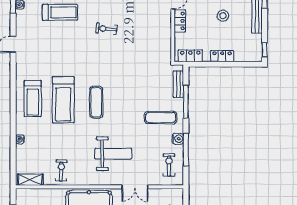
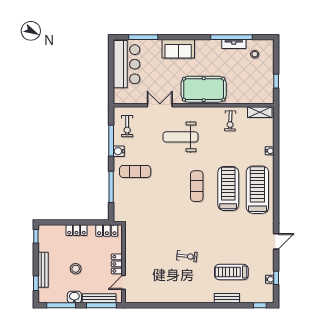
bench: (178, 84) -> (118, 203), removed
treadmill: (33, 99) -> (257, 190), width x1.37, depth x1.38

